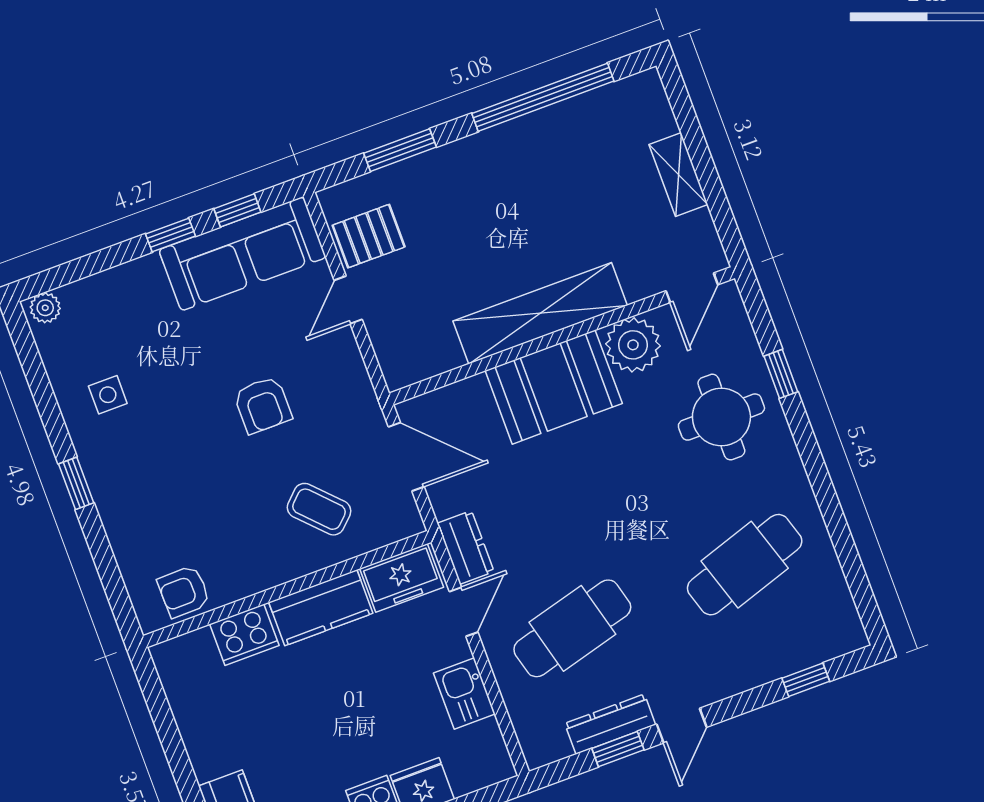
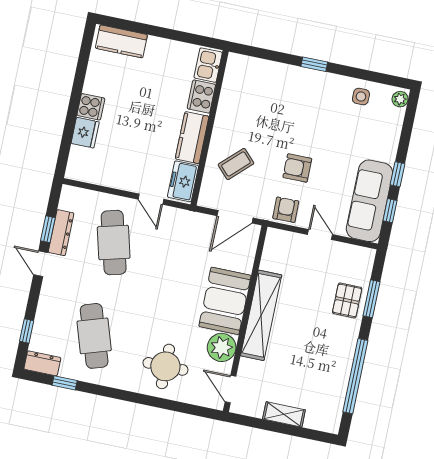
pallet: (369, 236) -> (347, 300), moved
window: (781, 374) -> (65, 383), moved
side table: (108, 395) -> (361, 97), moved
dresser: (466, 548) -> (42, 363), moved, turned 180
armchair: (184, 591) -> (286, 210), moved
kitchen sink: (464, 693) -> (208, 65), moved, turned -90

